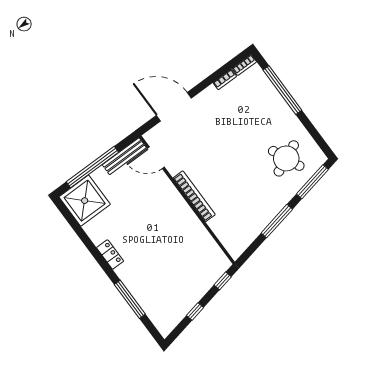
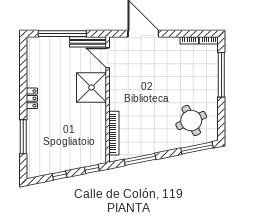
bookcase: (194, 196) -> (114, 133), moved
shower: (85, 201) -> (91, 87), moved
window: (277, 221) -> (140, 159), moved

